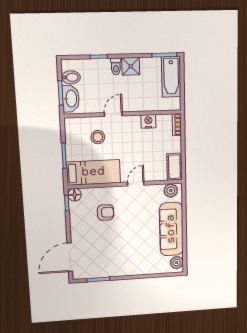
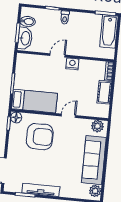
shower: (131, 66) -> (77, 19), removed
nightstand: (148, 121) -> (72, 64), moved
stool: (98, 137) -> (42, 72), removed
cot: (174, 167) -> (104, 92), moved
armchair: (106, 212) -> (40, 137), width x1.88, depth x1.88
tv unit: (115, 271) -> (41, 190), added

